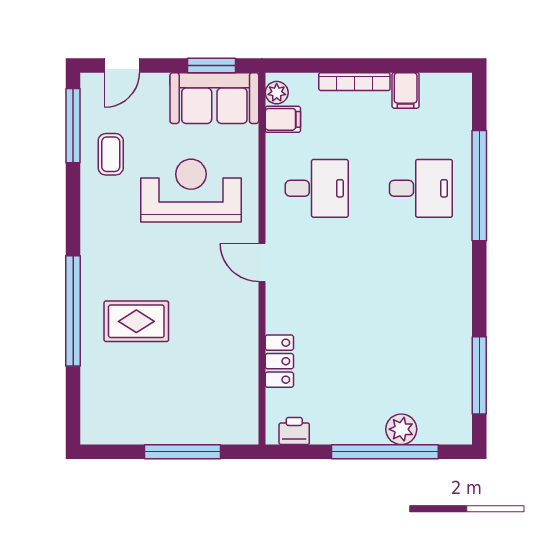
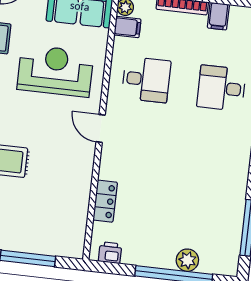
desk: (421, 188) -> (221, 88), turned 180

